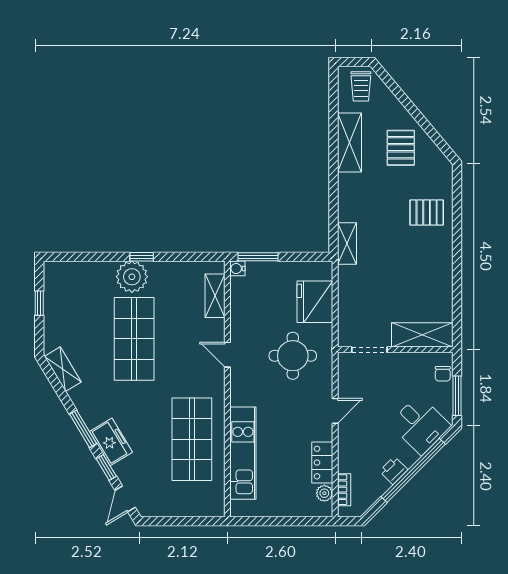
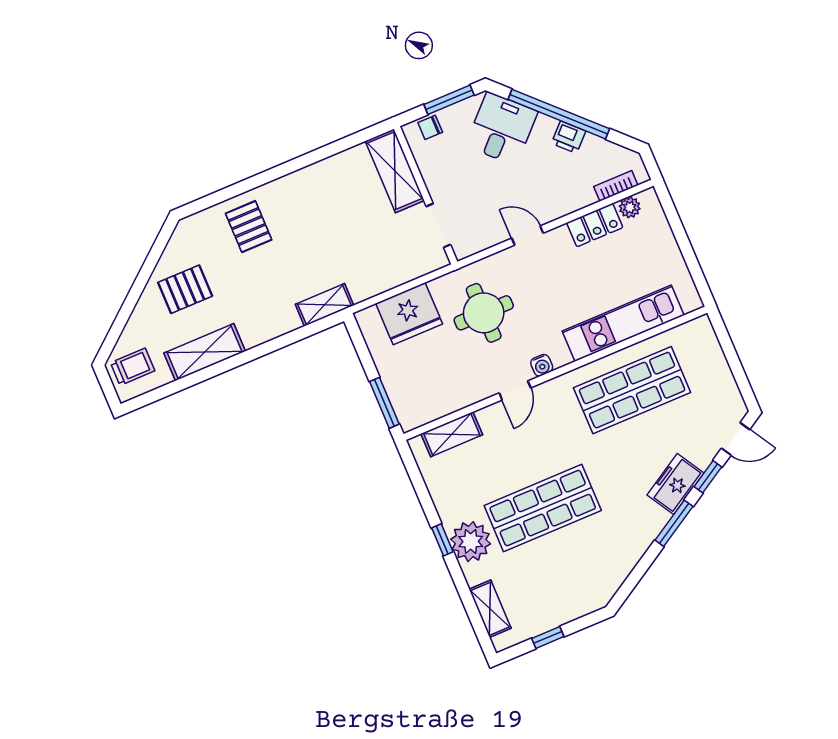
water cooler: (237, 268) -> (542, 365), moved
shelving: (63, 369) -> (490, 609), moved, turned -59
chair: (443, 374) -> (430, 127), turned 180

